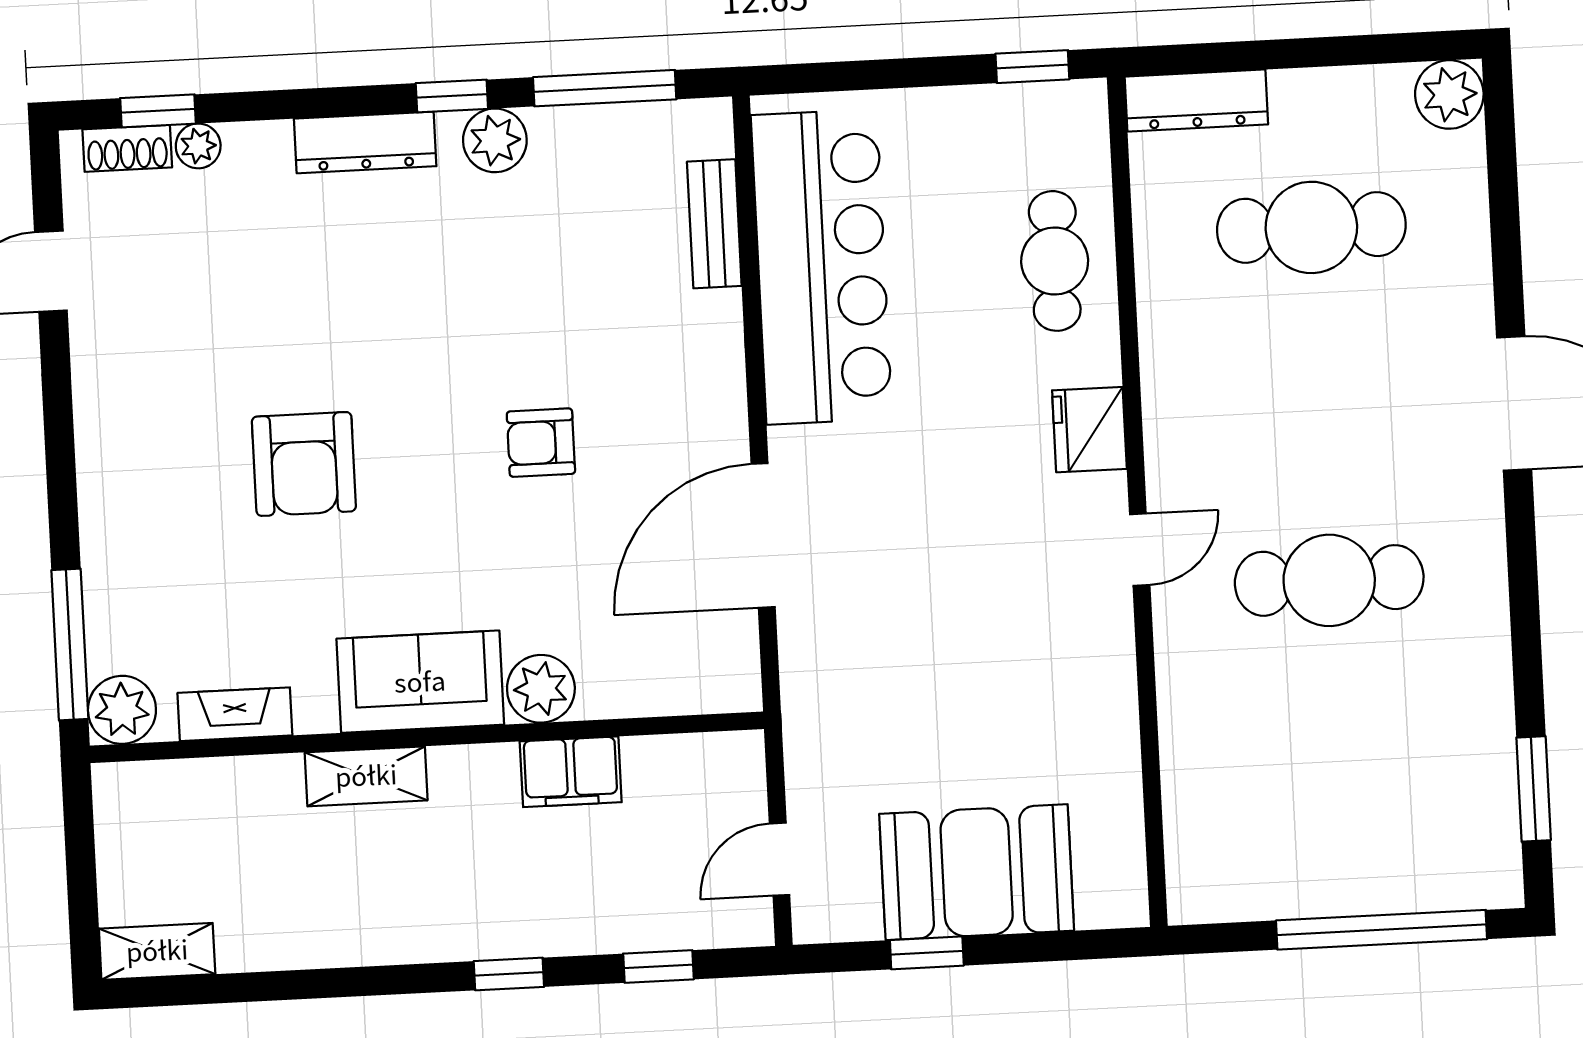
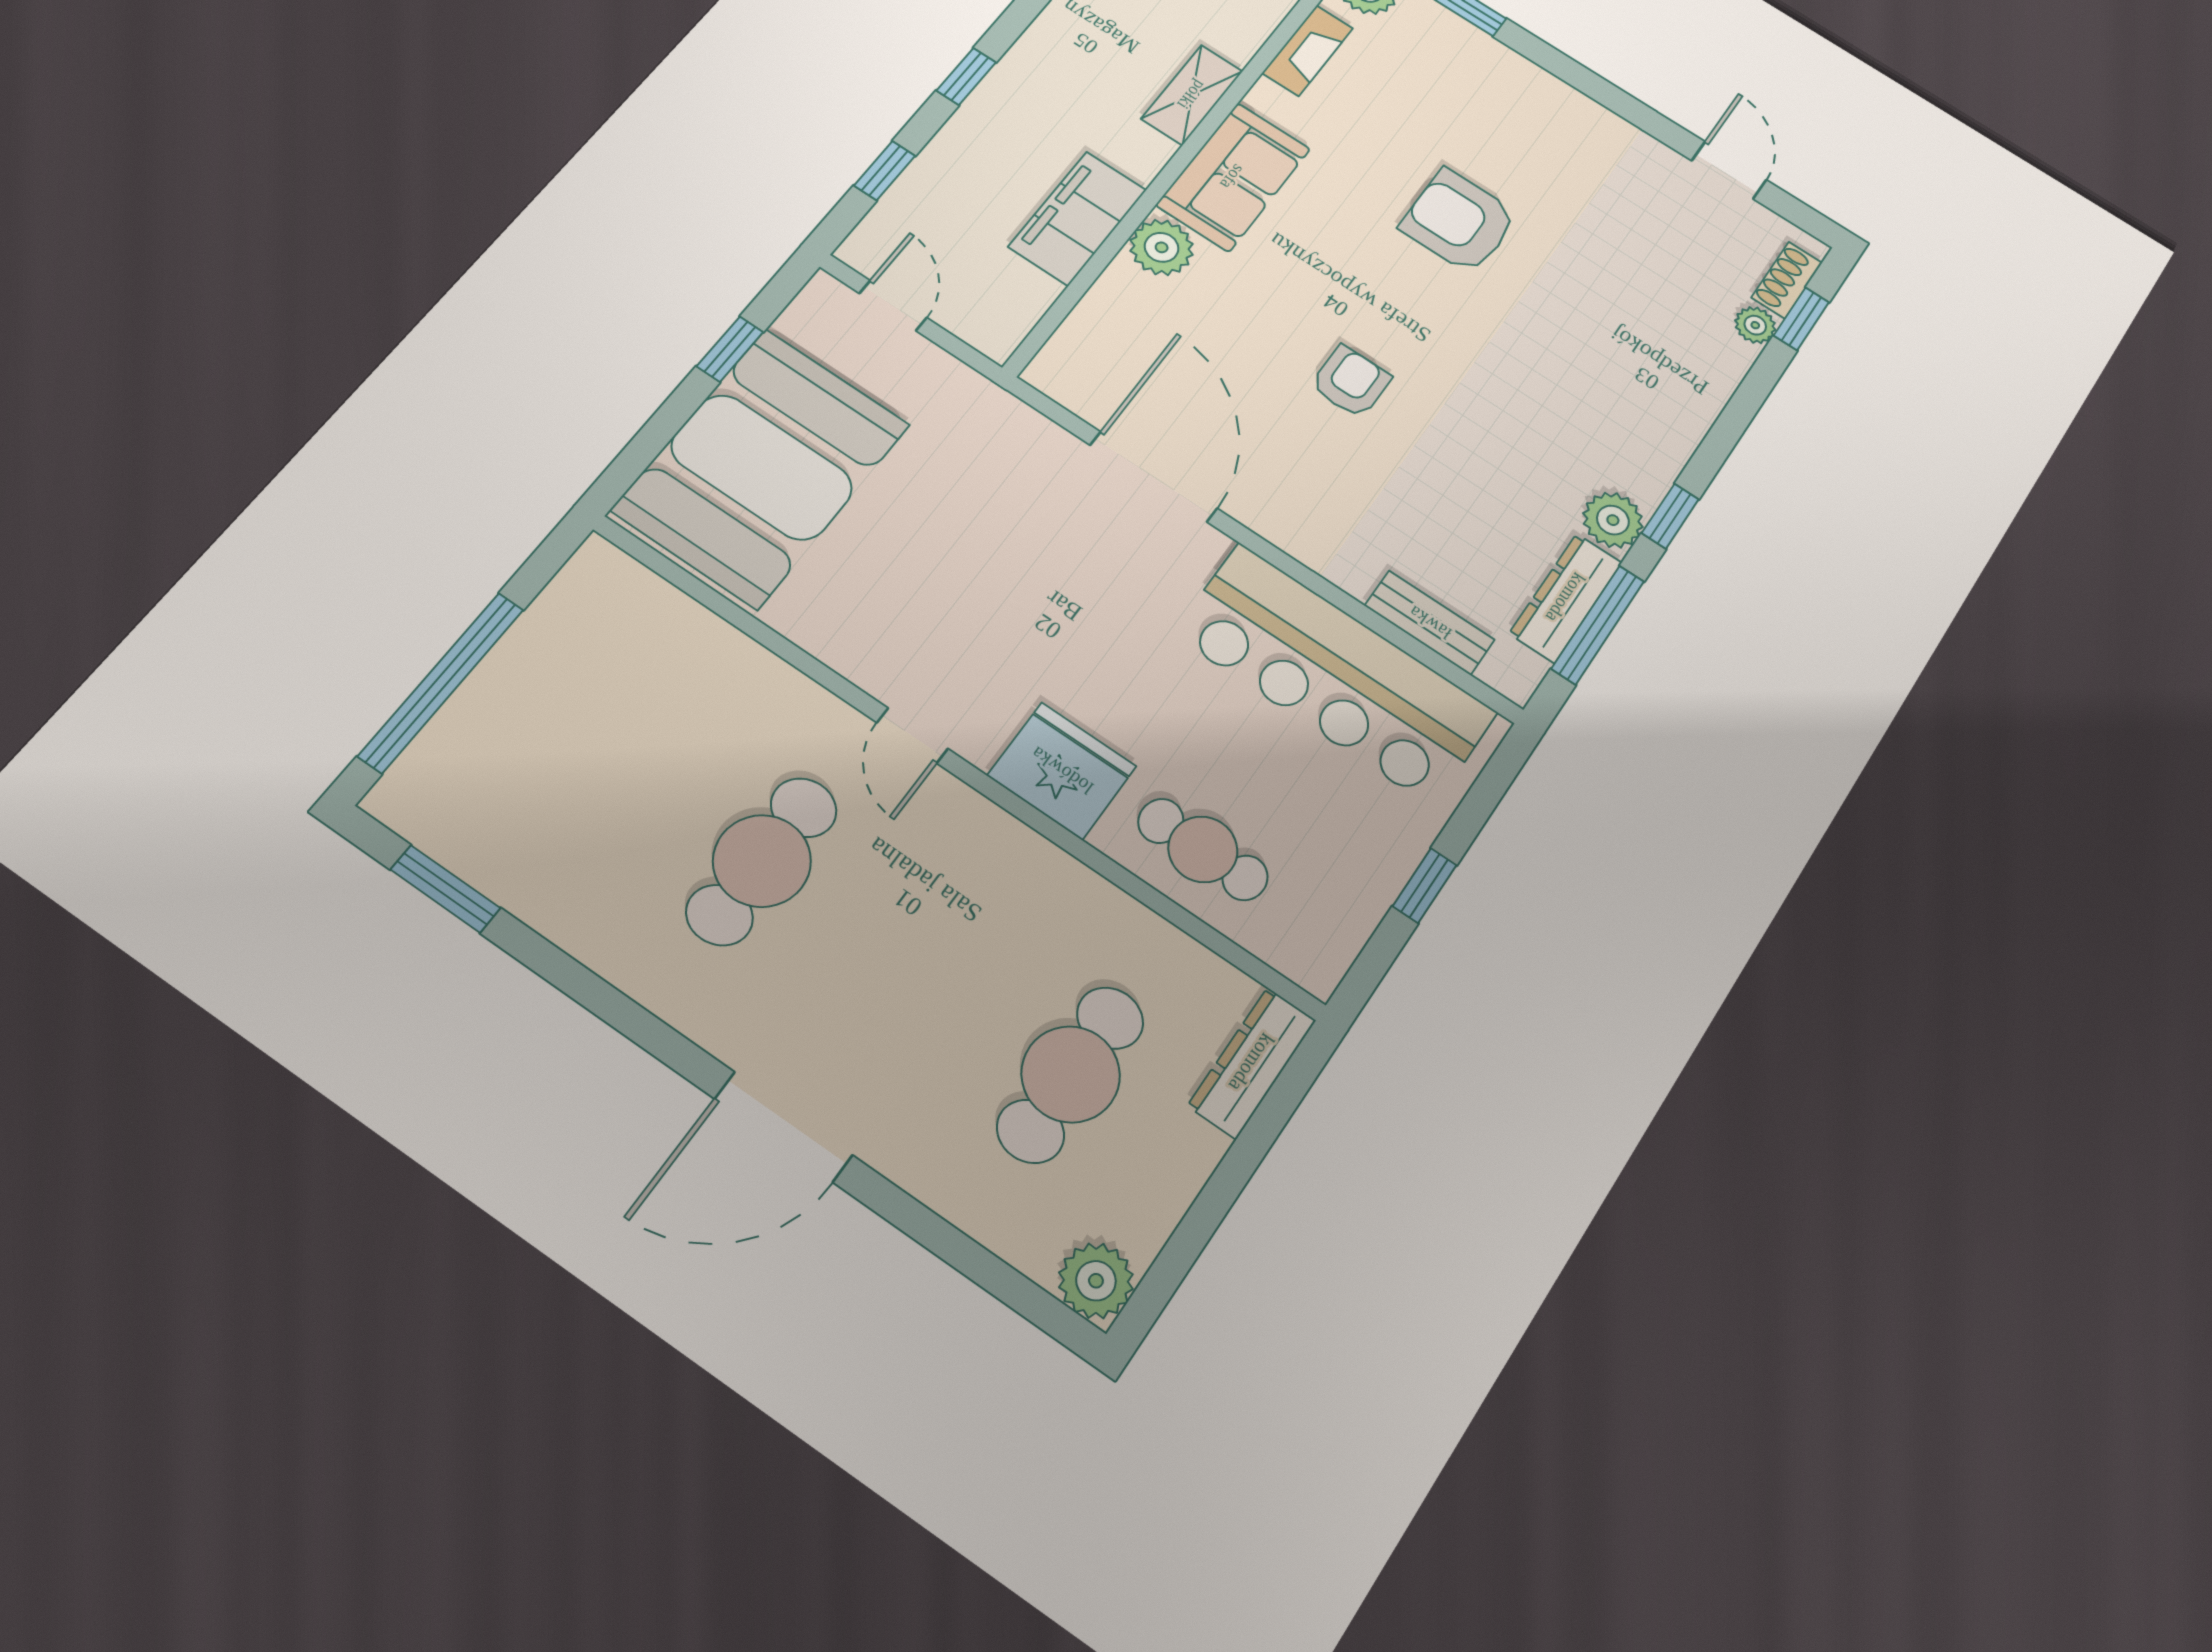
window: (1032, 67) -> (1425, 886), moved
dresser: (365, 142) -> (1566, 598), moved
fridge: (1089, 430) -> (1062, 771), width x1.36, depth x1.34
filing cabinet: (571, 772) -> (1078, 218), width x1.50, depth x1.17
booth: (977, 872) -> (762, 467), width x1.36, depth x1.42

